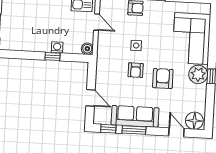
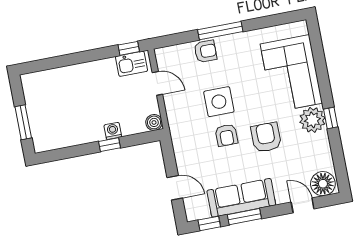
side table: (136, 45) -> (219, 102), width x1.87, depth x1.87

